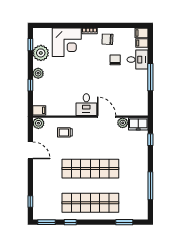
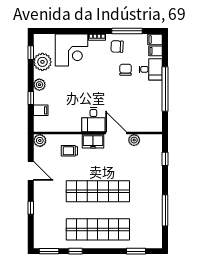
window: (116, 25) -> (127, 31), added
window: (150, 77) -> (165, 89), width x1.46
filing cabinet: (39, 110) -> (41, 110), moved
freezer: (138, 124) -> (93, 141), moved
window: (30, 201) -> (31, 208), moved

